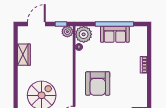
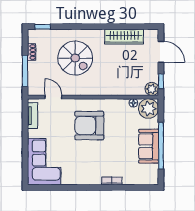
wardrobe: (24, 55) -> (124, 37), width x1.50

